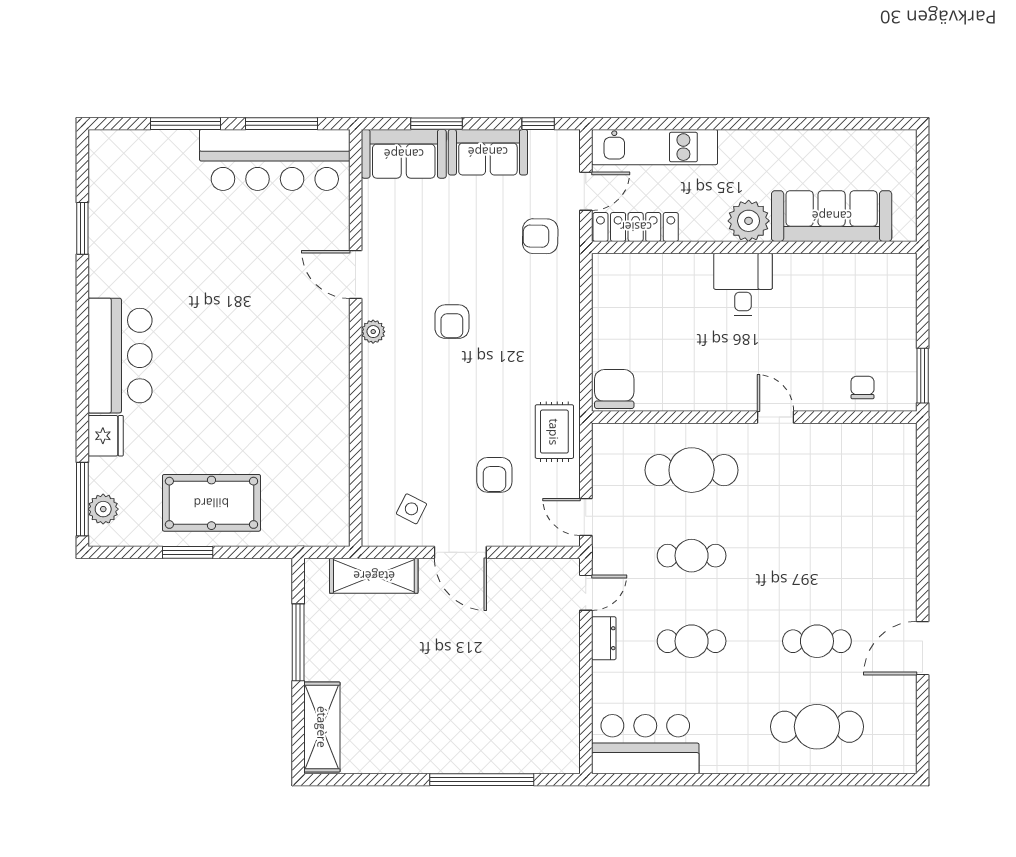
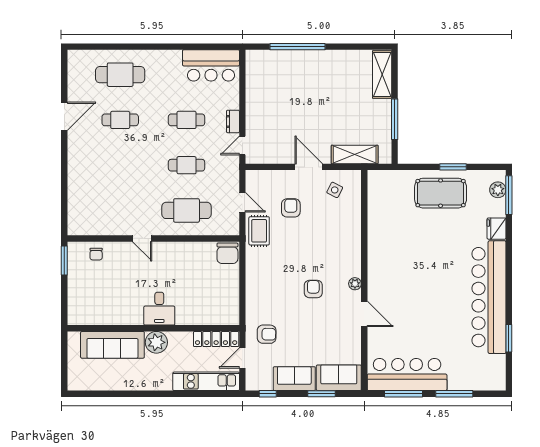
bar counter: (120, 356) -> (489, 297), width x1.86
door: (586, 517) -> (242, 202), moved

